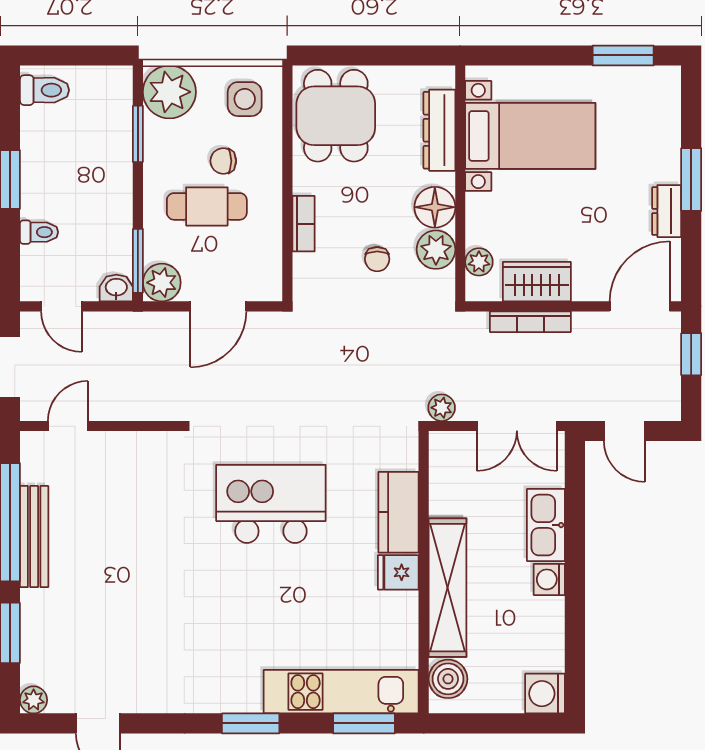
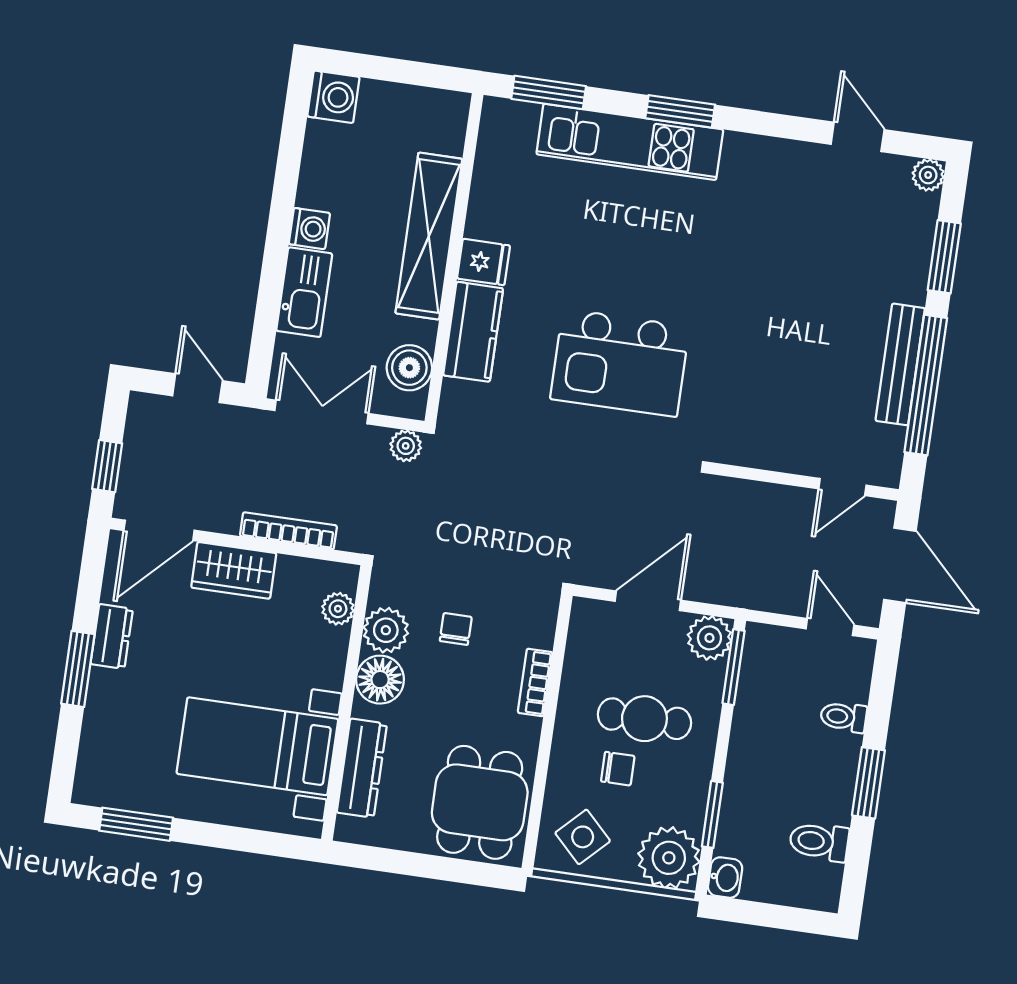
toilet: (44, 90) -> (819, 842), moved
side table: (245, 99) -> (583, 837), turned 45
wardrobe: (537, 282) -> (234, 570), moved
washbasin: (116, 288) -> (725, 878), moved, turned -90
boiler: (448, 679) -> (409, 368), moved
kitchen unit: (341, 692) -> (630, 142), moved

